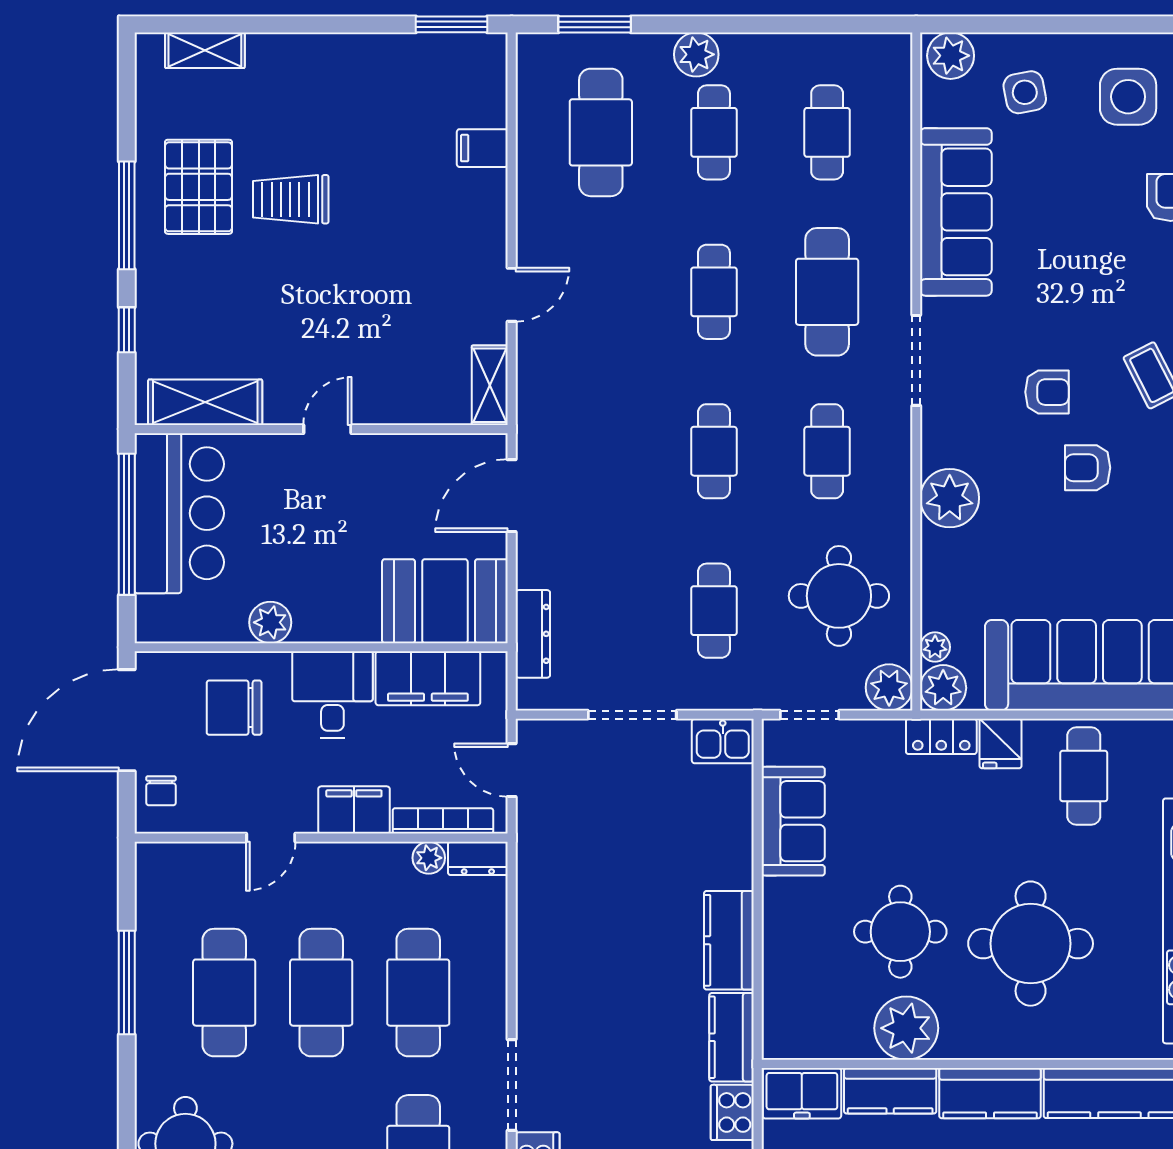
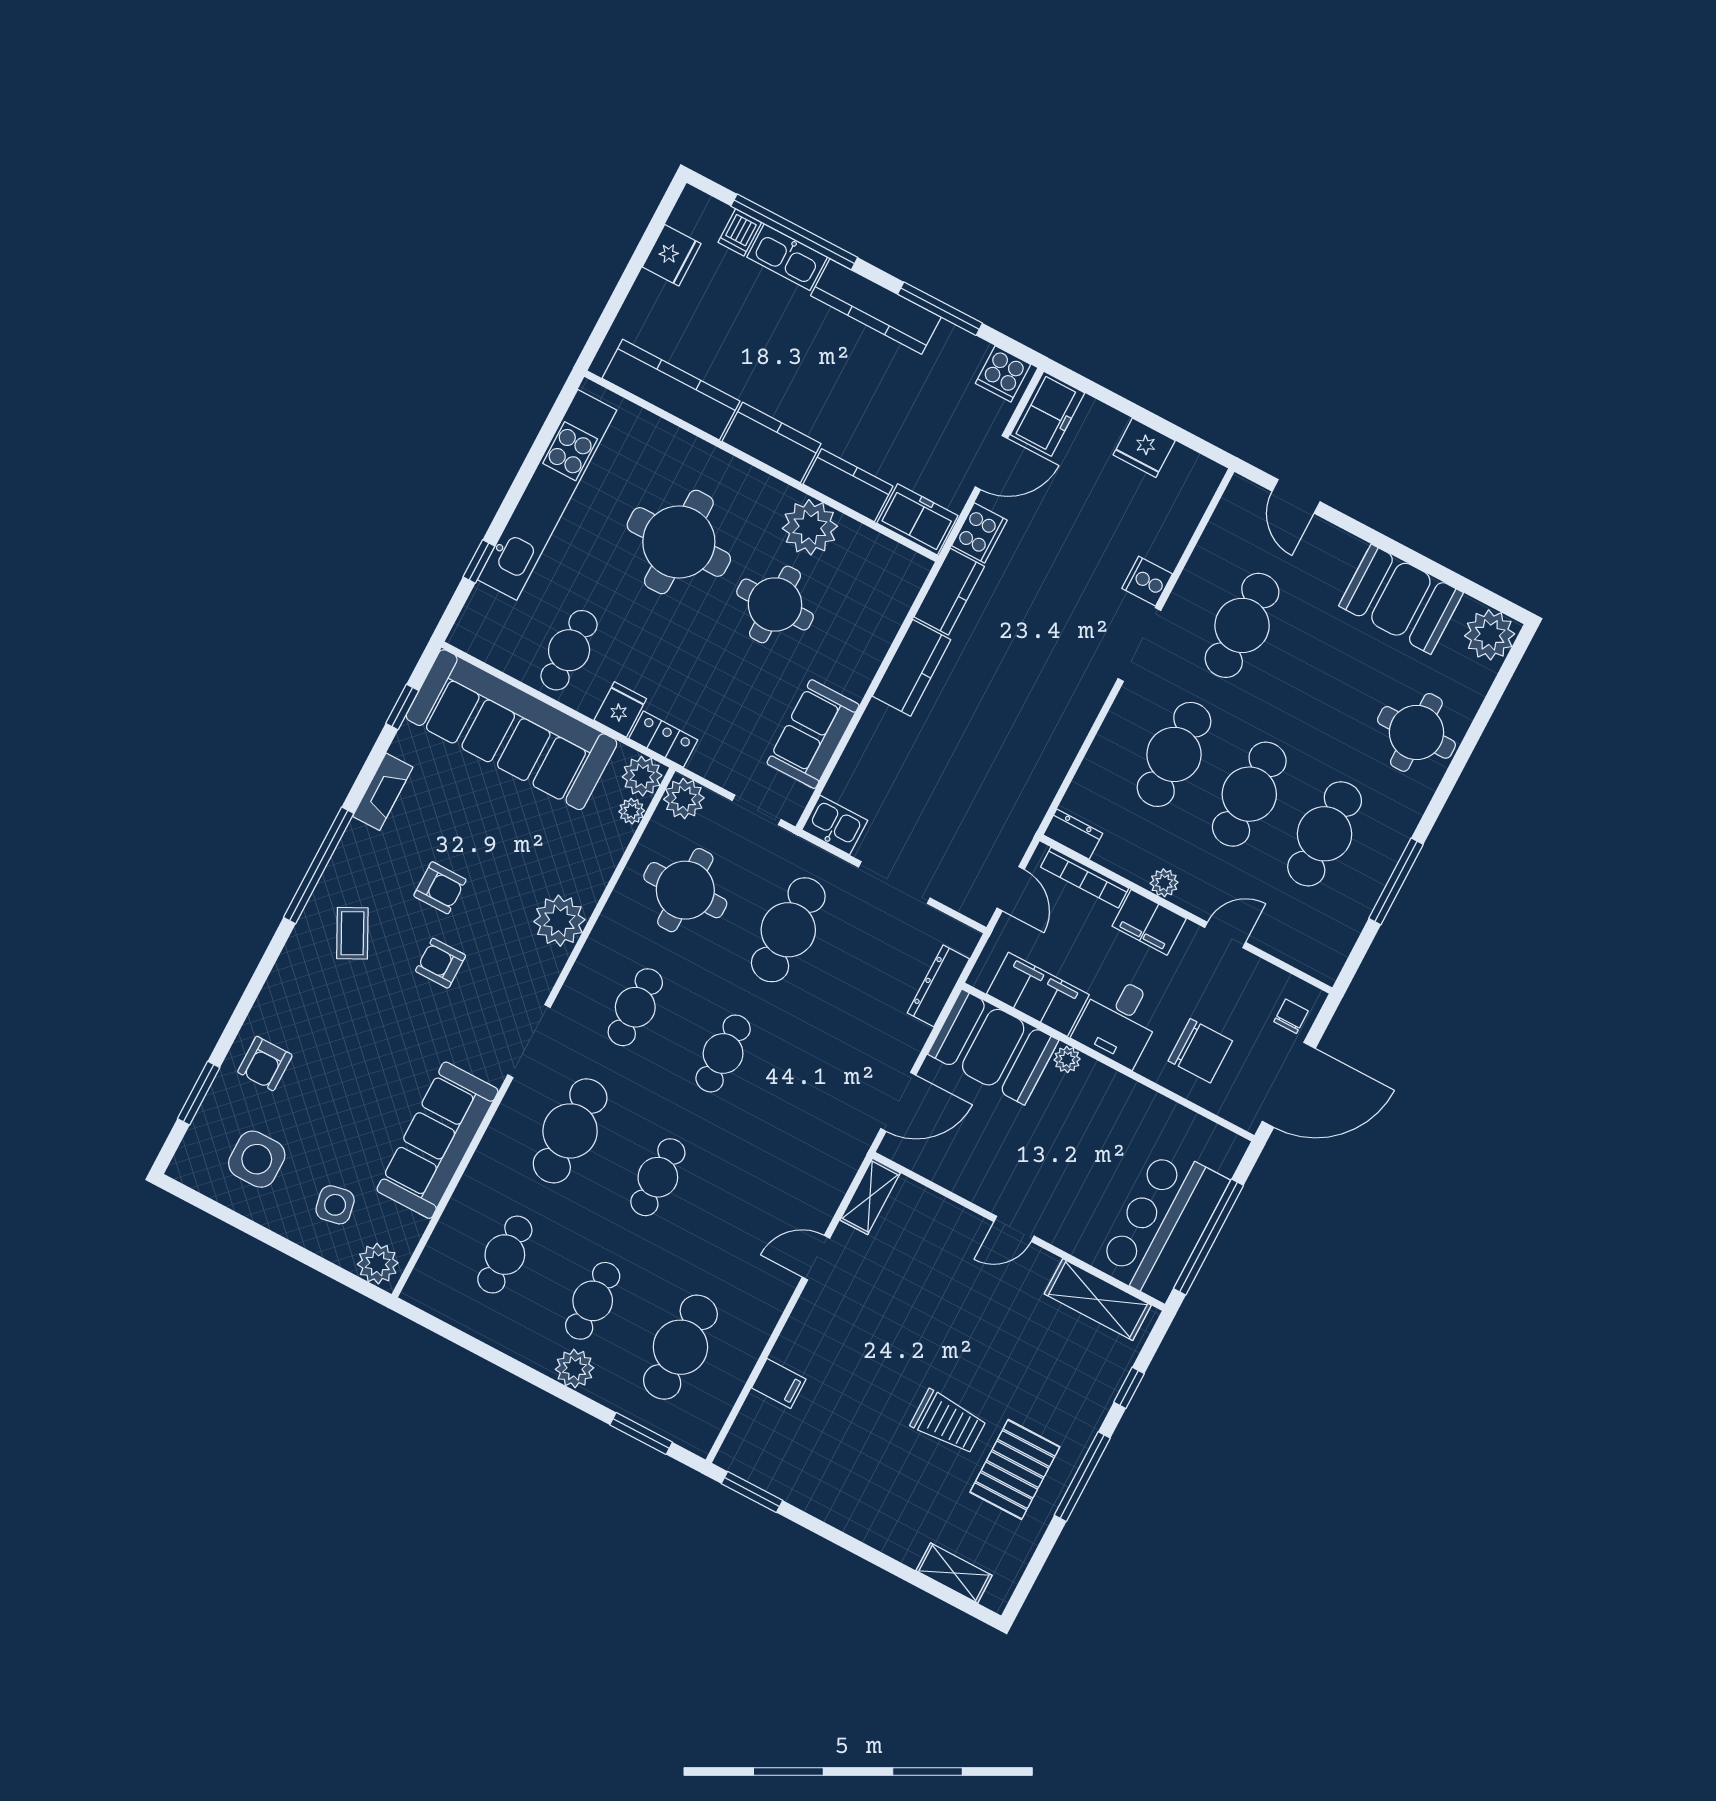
cafe table: (714, 611) -> (788, 930), width x1.37, depth x1.35
plant: (270, 622) -> (1067, 1059), moved, width x0.73, depth x0.73
plant: (429, 858) -> (1164, 883), moved

